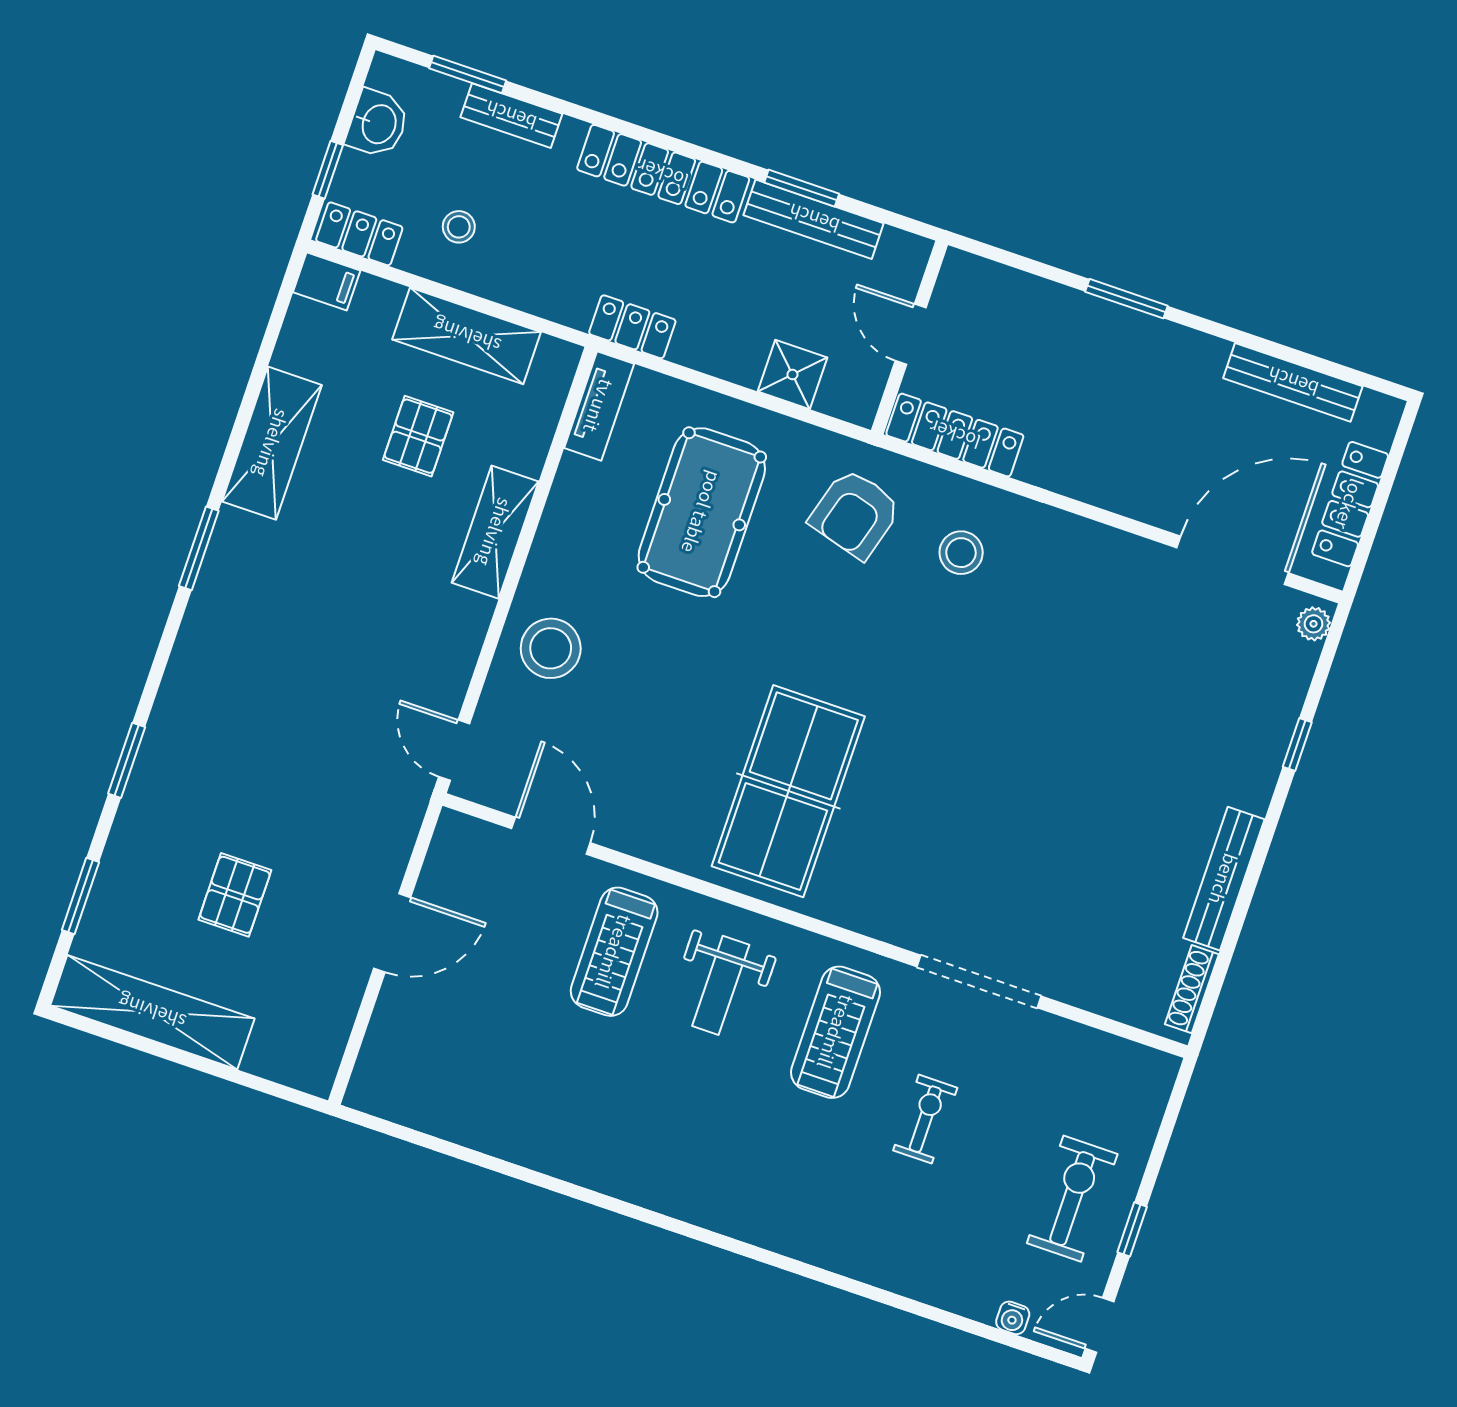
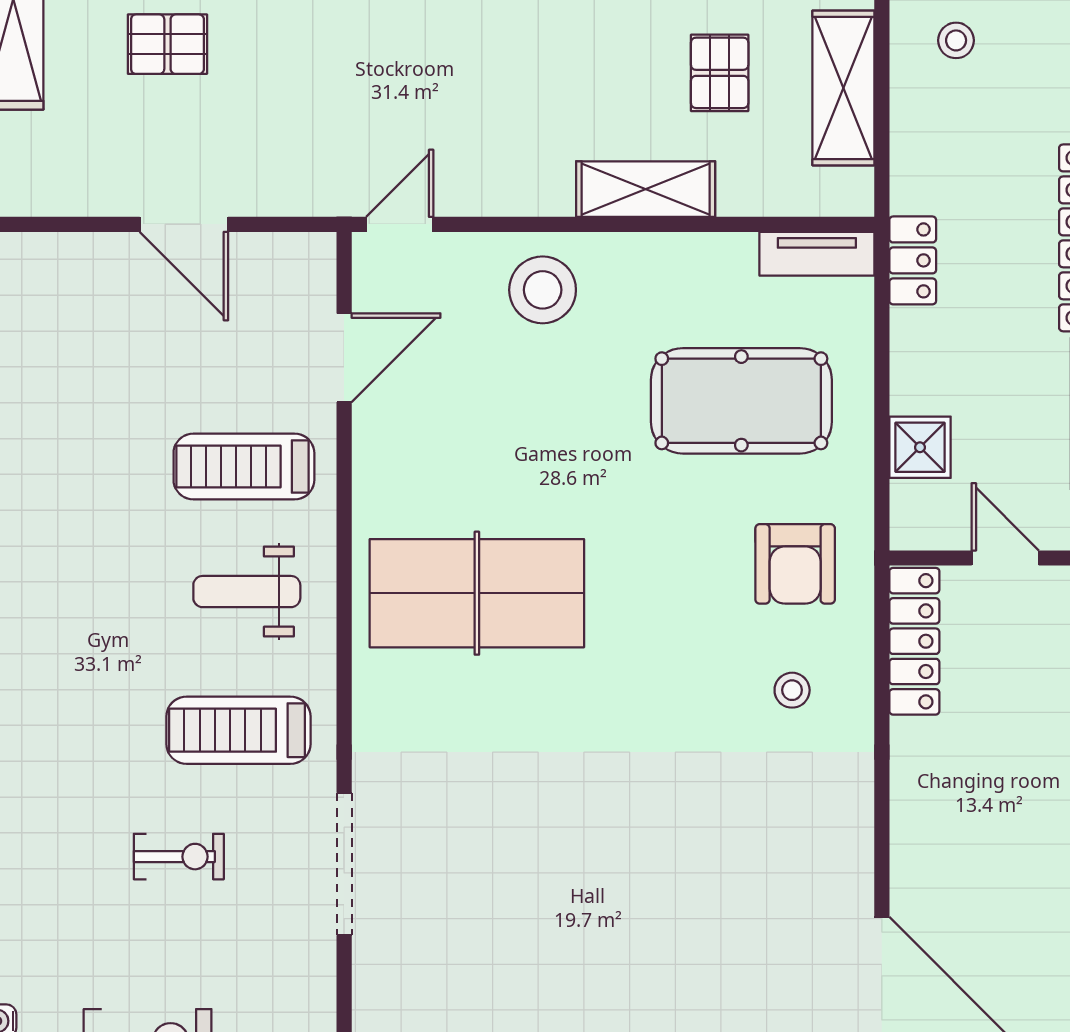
door: (911, 334) -> (1005, 558), hinge flipped
pallet: (418, 436) -> (720, 73), turned 90
armchair: (855, 514) -> (795, 564), turned -106
stool: (961, 553) -> (792, 690), width x0.73, depth x0.73

